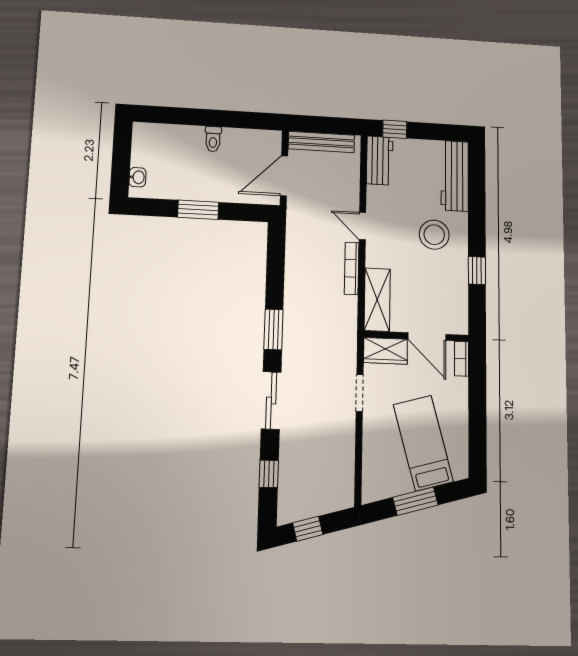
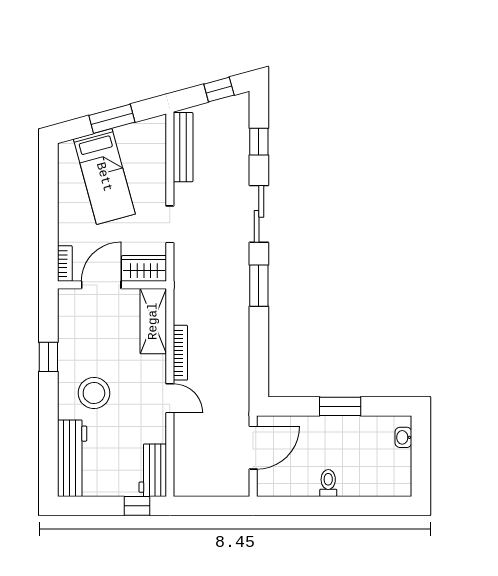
bench: (321, 142) -> (183, 147), moved, turned 90
door: (427, 337) -> (101, 285), hinge flipped

